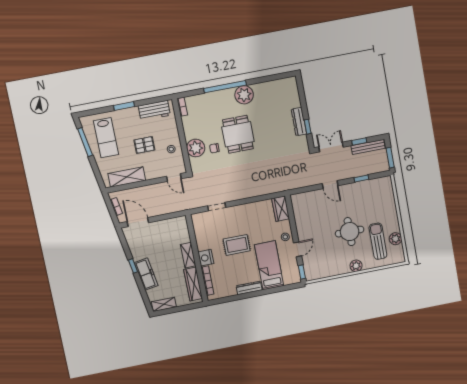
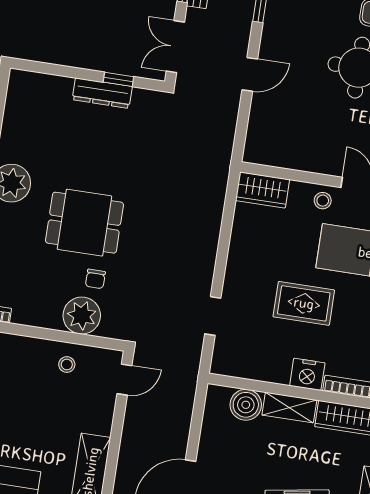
pallet: (144, 145) -> (40, 414), removed
boiler: (182, 236) -> (246, 405), added
rug: (237, 245) -> (304, 303), turned 90

